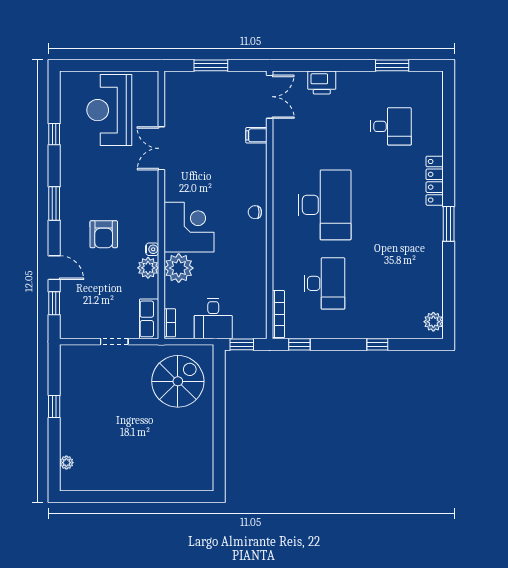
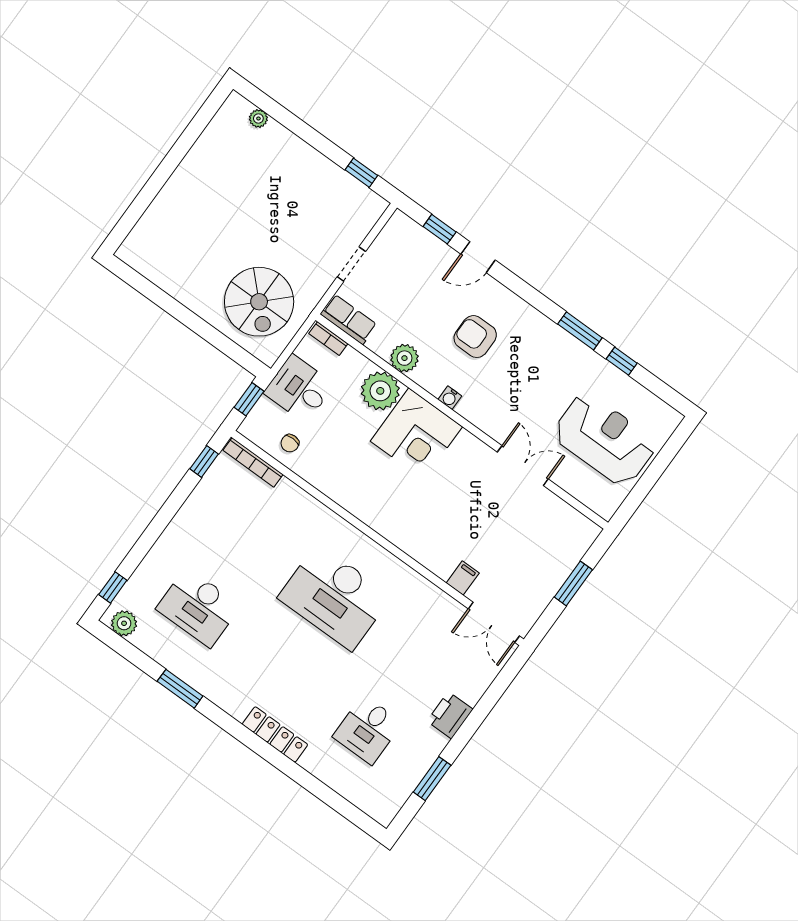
printer: (322, 83) -> (450, 715), moved
window: (54, 203) -> (580, 331), moved
chair: (255, 212) -> (290, 443), moved, turned 180
window: (449, 224) -> (180, 689), moved
water cooler: (152, 249) -> (450, 398), moved
desk: (325, 283) -> (198, 607), moved
window: (377, 344) -> (113, 587), moved
window: (54, 406) -> (361, 173), moved

